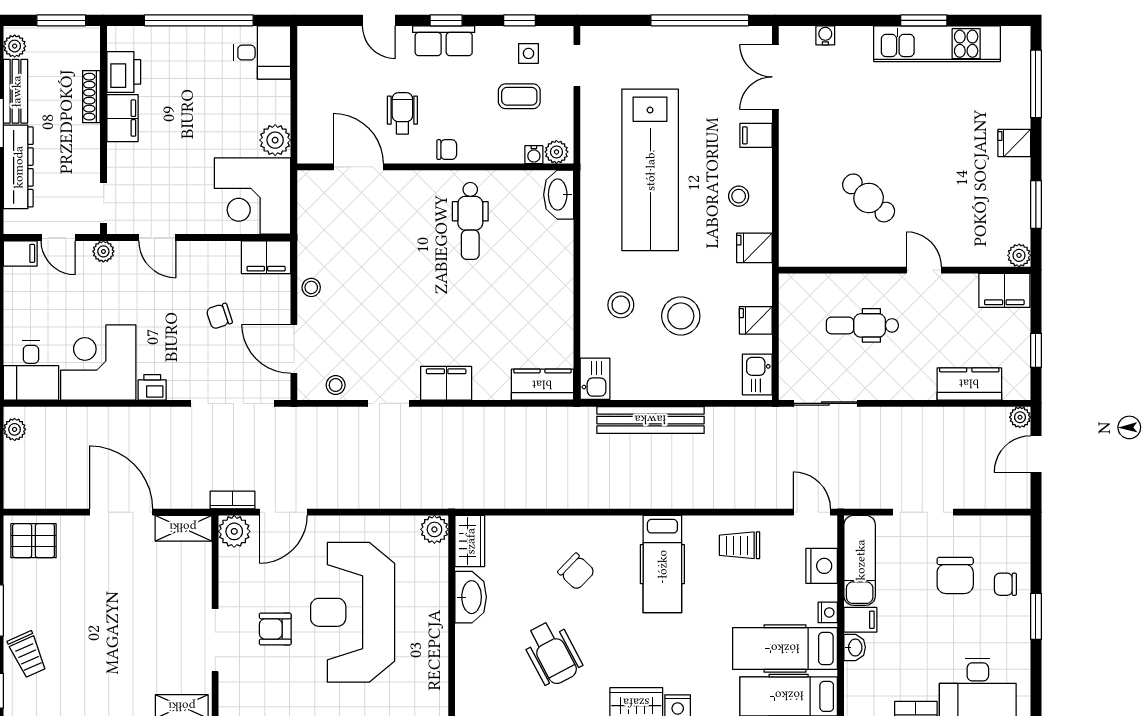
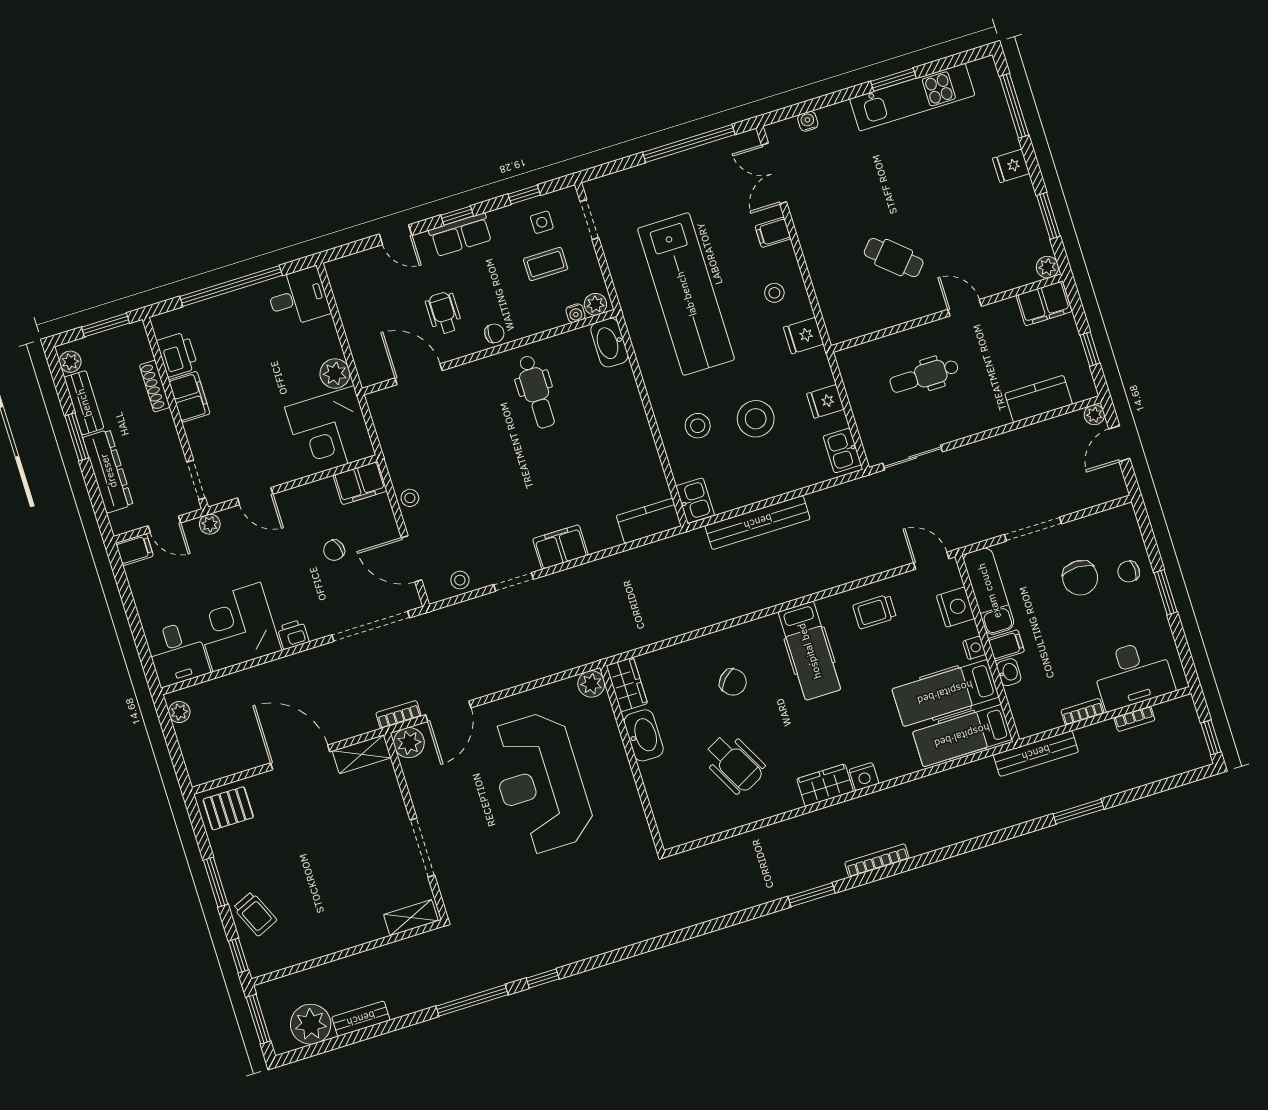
armchair: (275, 629) -> (474, 820), removed

